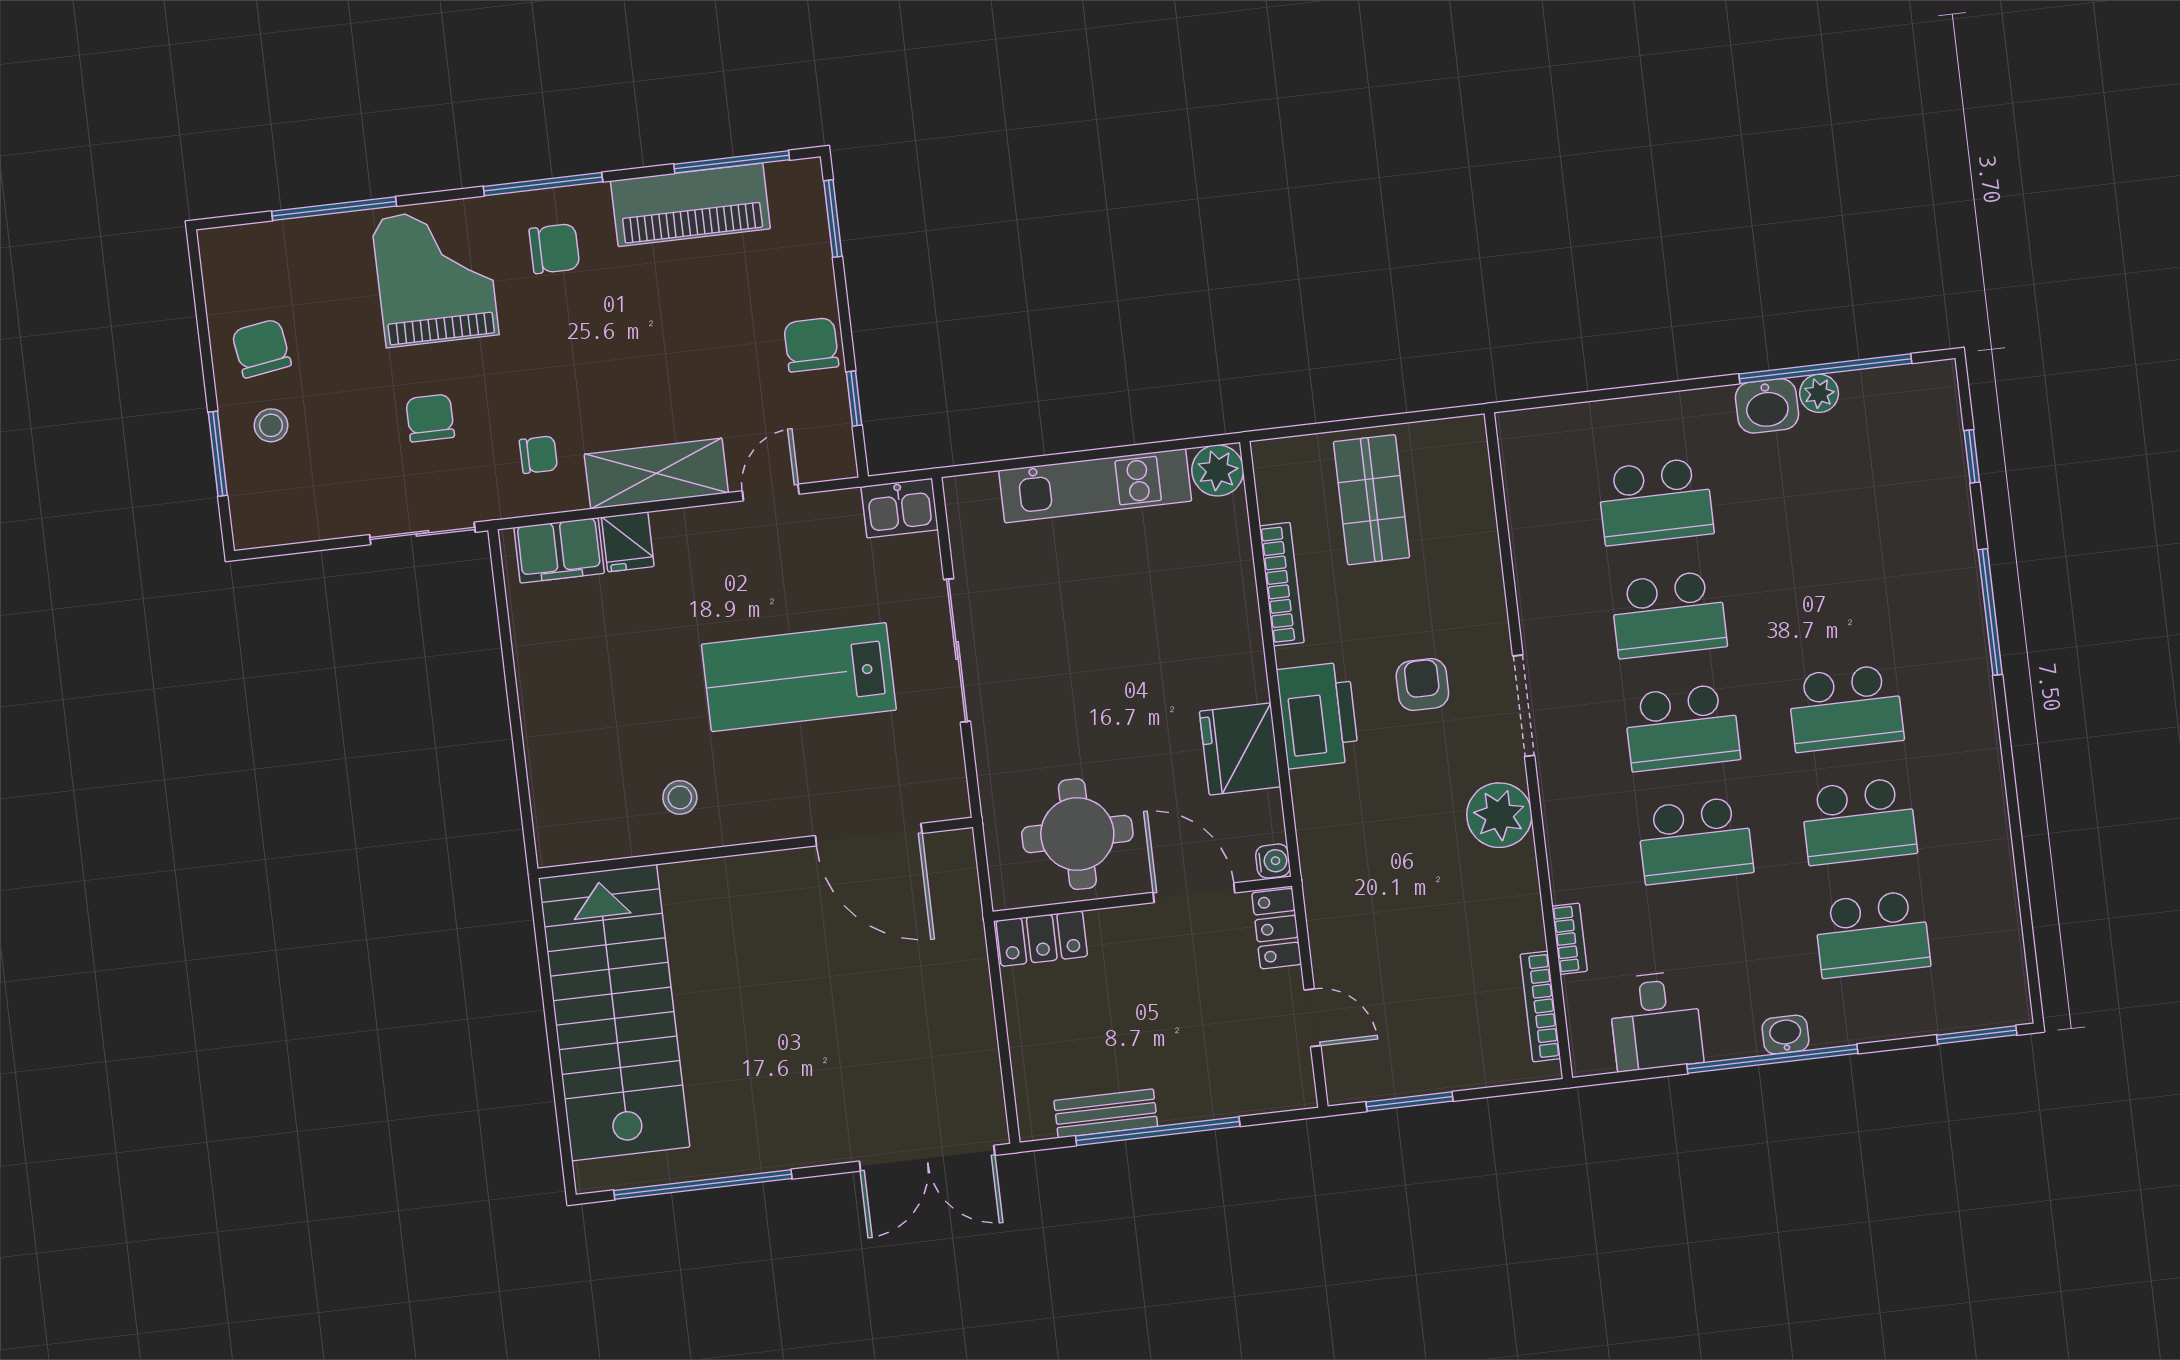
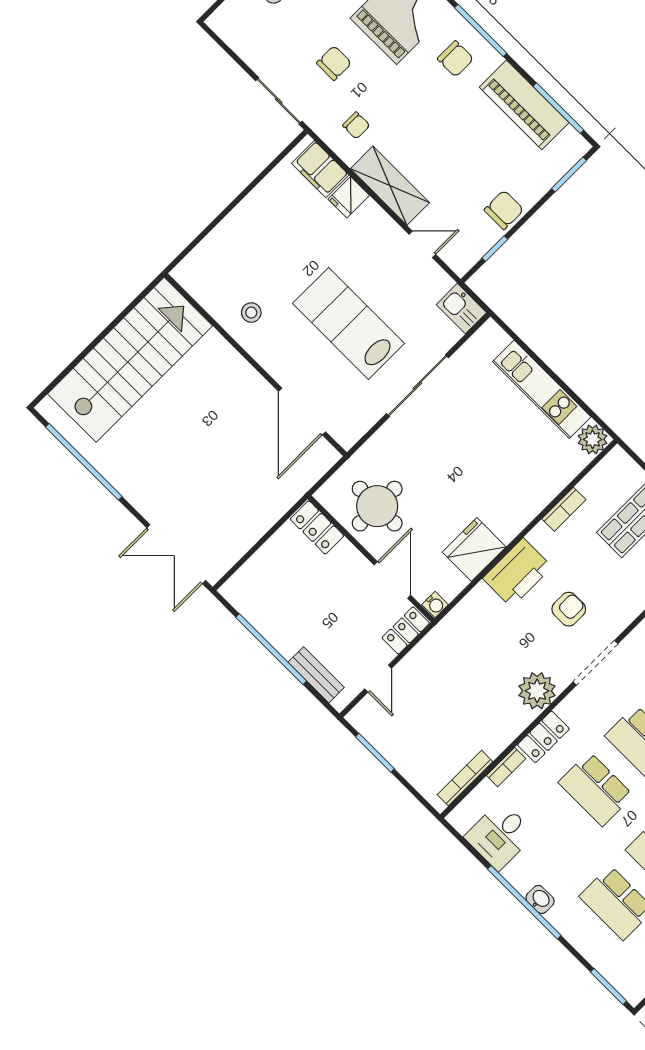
bookcase: (1282, 584) -> (564, 509), width x0.64
locker: (1568, 856) -> (543, 737), added
bench: (1106, 1113) -> (316, 675), moved

